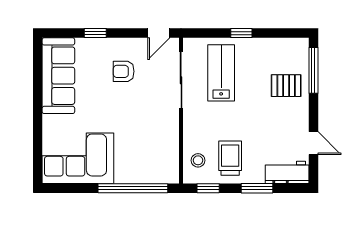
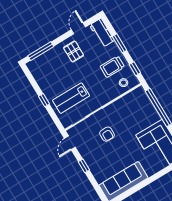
window: (95, 33) -> (84, 166), moved
door: (159, 33) -> (70, 143), swing flipped
armchair: (124, 71) -> (107, 134), moved
pallet: (286, 86) -> (74, 51), moved

